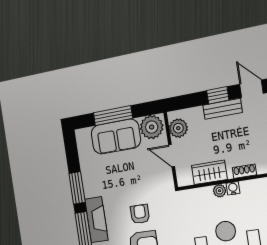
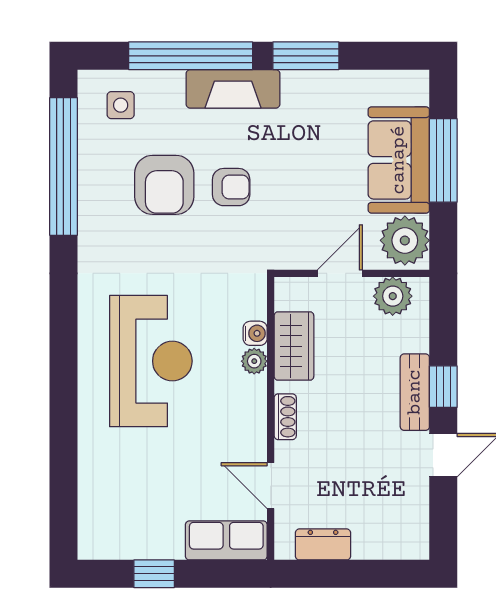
water cooler: (233, 188) -> (255, 333), moved

